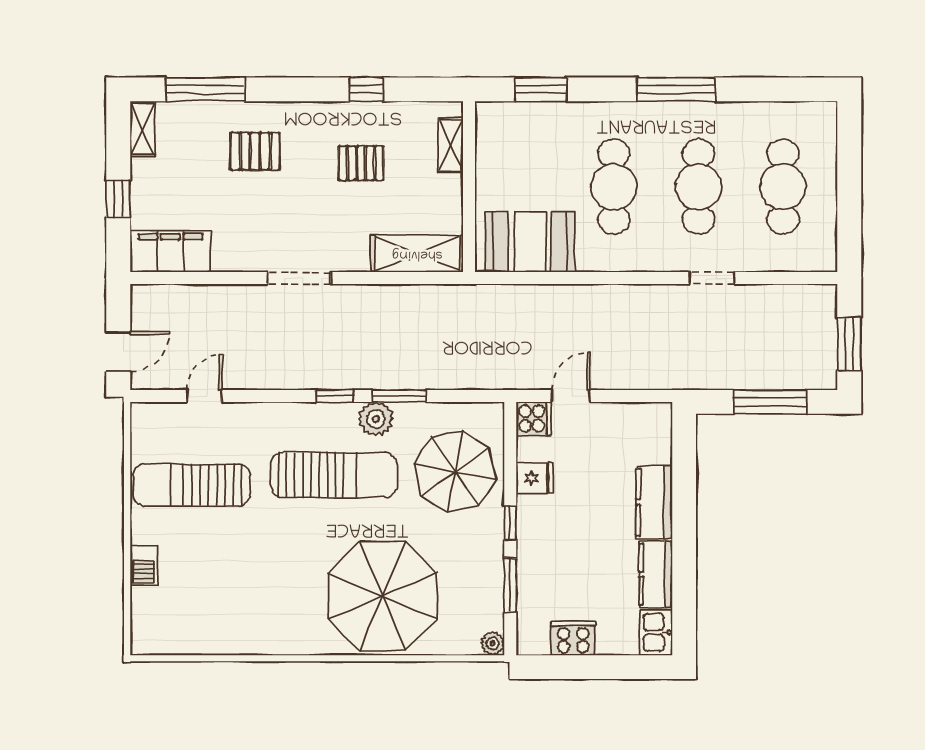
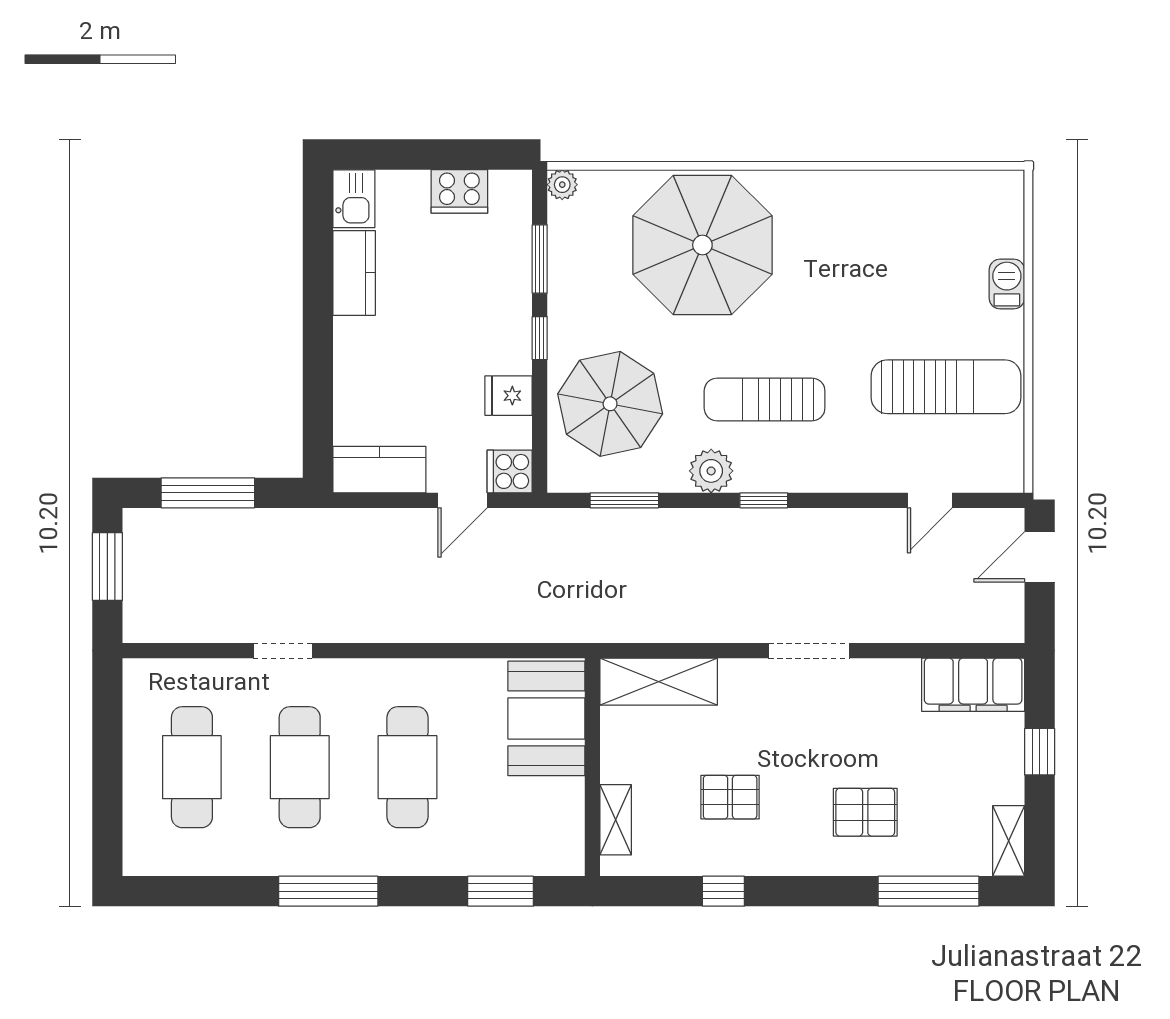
booth: (530, 242) -> (546, 718), moved, turned 90
window: (399, 396) -> (624, 500), moved
sun lounger: (334, 475) -> (765, 399), width x0.73, depth x0.75
kitchen counter: (654, 502) -> (379, 470), moved, turned -90

